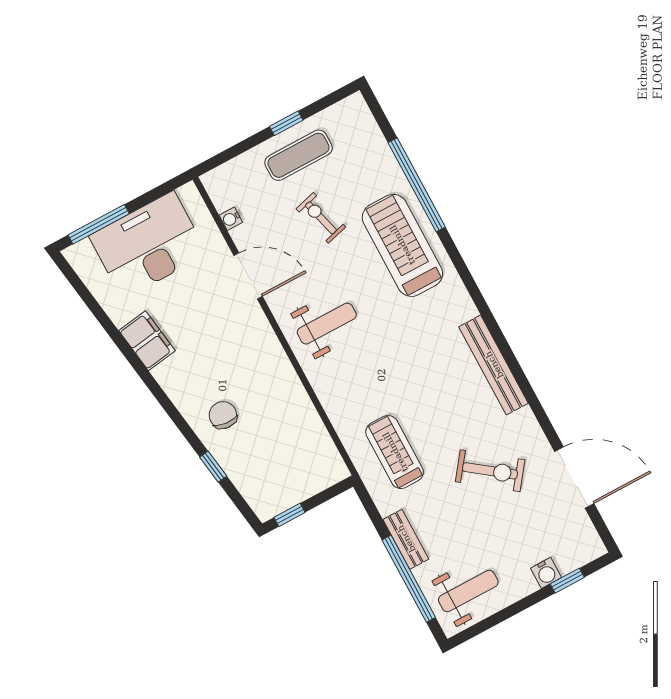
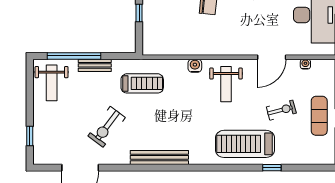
window: (417, 185) -> (272, 168), width x0.32
treadmill: (402, 245) -> (245, 144), turned 180
water cooler: (546, 573) -> (195, 66), moved, turned 90

